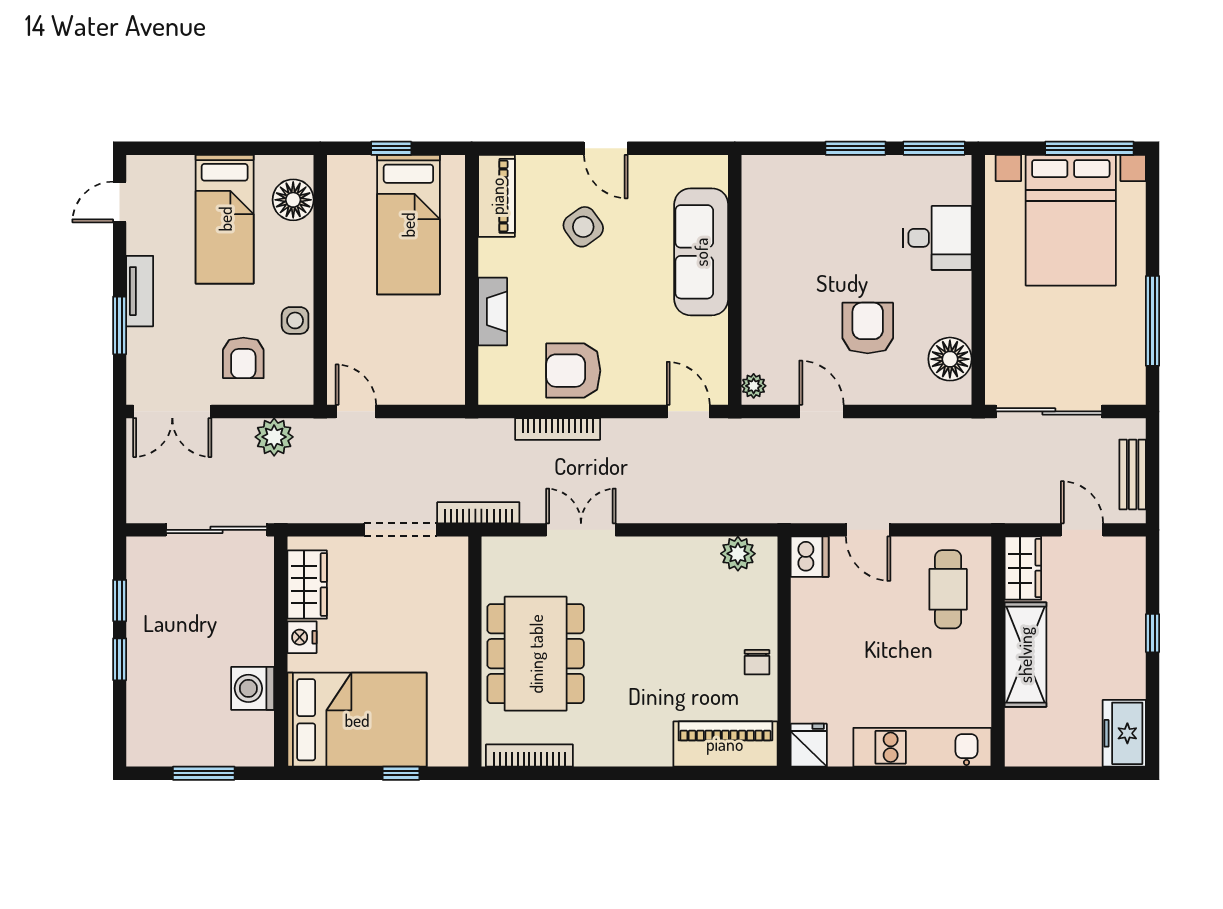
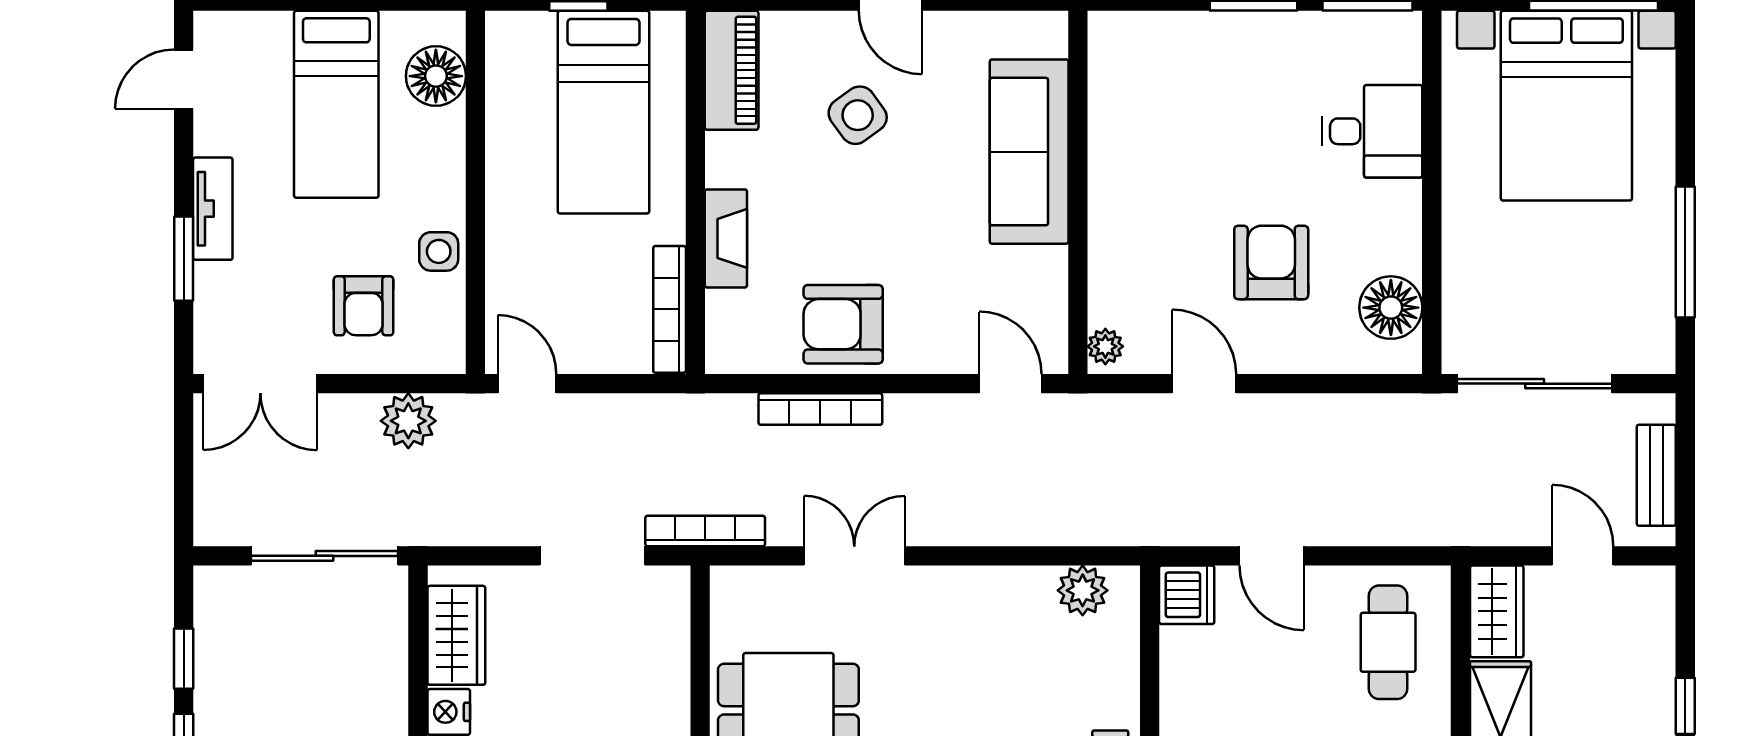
bookcase: (454, 360) -> (670, 309), added

